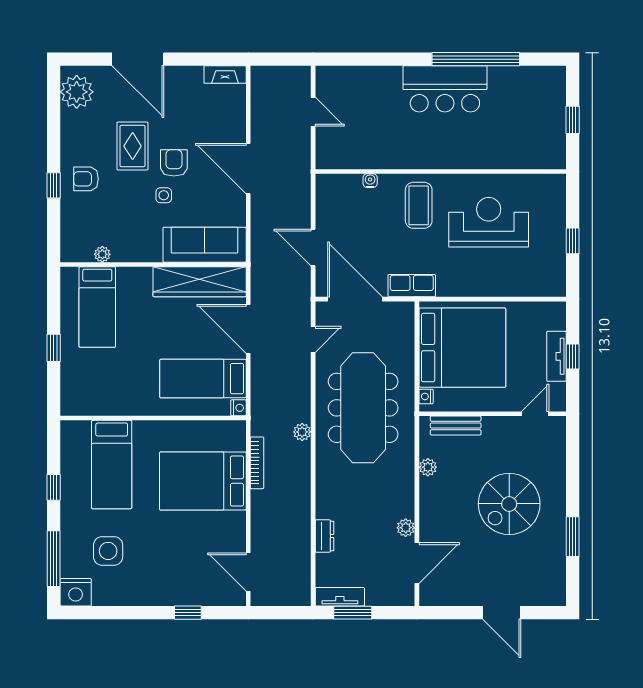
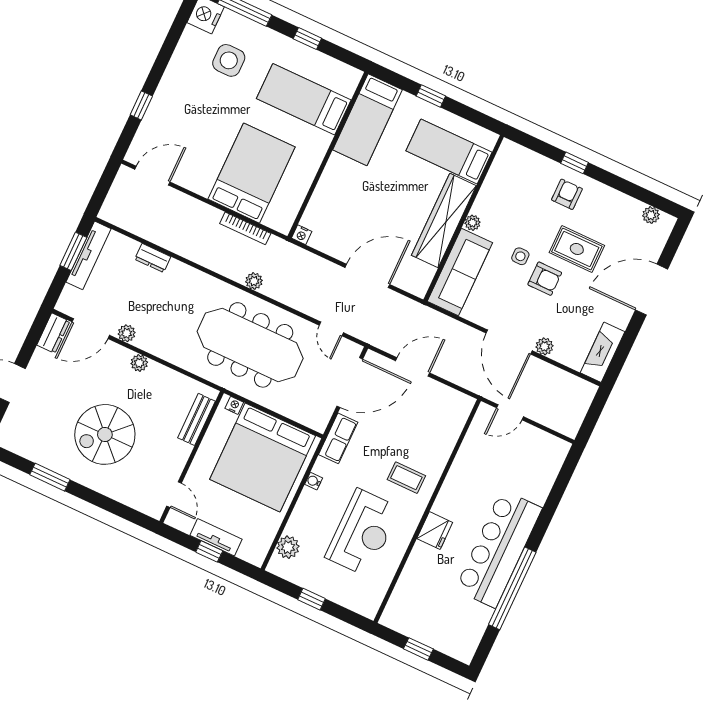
fireplace: (225, 75) -> (603, 352), width x1.37, depth x1.32
bar counter: (445, 89) -> (499, 549), width x1.36
plant: (77, 92) -> (651, 215), width x0.53, depth x0.53
door: (313, 112) -> (510, 412), moved
plant: (237, 134) -> (544, 346), added
fridge: (456, 156) -> (435, 530), added
door: (248, 169) -> (509, 342), swing flipped
water cooler: (370, 181) -> (314, 481), moved, turned 180
coffee table: (419, 205) -> (406, 478), width x0.73, depth x0.77
plant: (102, 254) -> (473, 223), moved
wardrobe: (200, 282) -> (444, 221), moved
plant: (535, 285) -> (288, 547), added
bed: (203, 379) -> (367, 120), moved, turned 180
plant: (428, 467) -> (139, 363), moved
spiral stairs: (509, 504) -> (105, 434), turned -90
door: (417, 563) -> (91, 329), hinge flipped
dresser: (437, 596) -> (53, 333), added
tv unit: (340, 597) -> (89, 255), width x1.41

